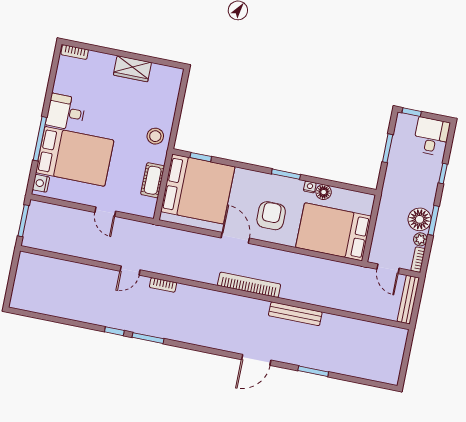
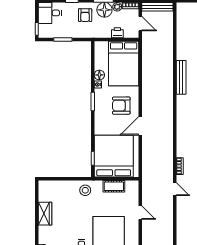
armchair: (418, 189) -> (85, 15), added
door: (105, 212) -> (140, 213), hinge flipped
printer: (381, 232) -> (117, 33), added
door: (388, 269) -> (140, 24), hinge flipped
bookcase: (249, 285) -> (169, 111), removed

